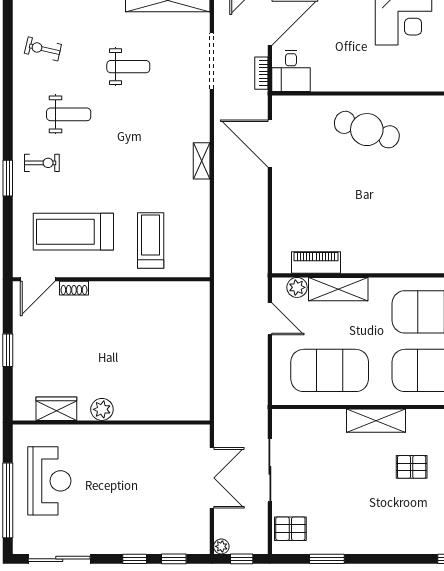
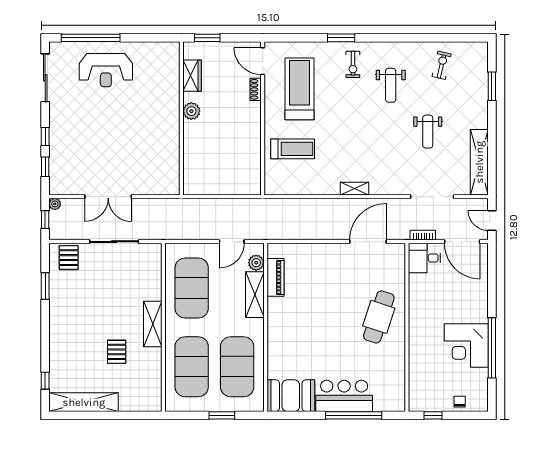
wardrobe: (56, 409) -> (192, 76), moved
plant: (102, 409) -> (191, 111), moved
wall: (111, 422) -> (181, 118), moved

